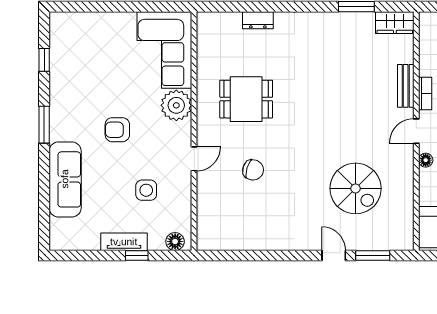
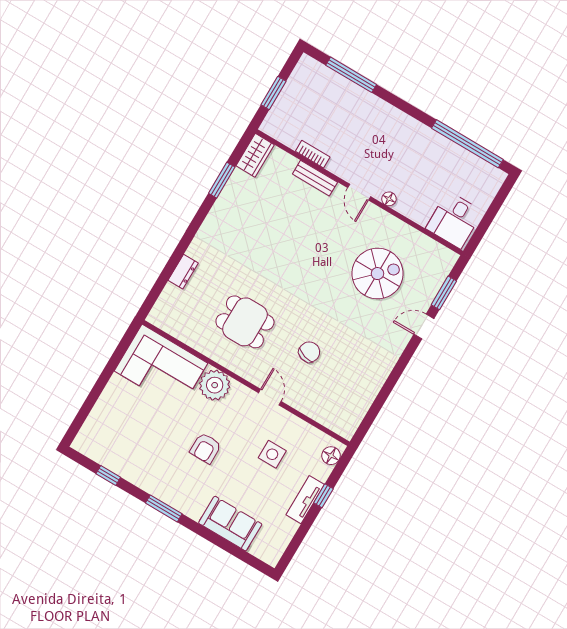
bookcase: (425, 94) -> (313, 154), moved
dining table: (246, 99) -> (245, 322), turned 90
sofa: (65, 179) -> (230, 524), width x0.73

